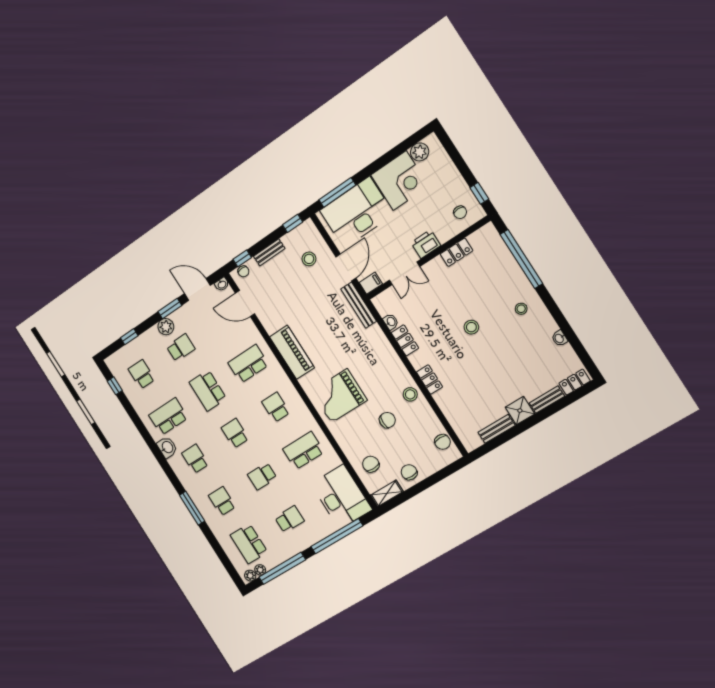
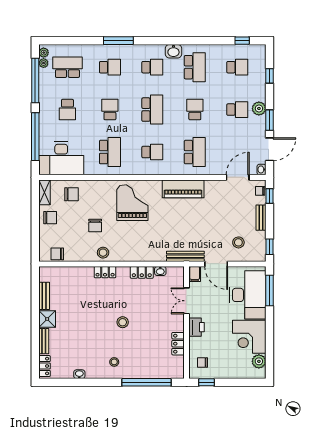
school desk: (181, 348) -> (237, 110), turned -90
school desk: (208, 390) -> (195, 110), width x0.54
school desk: (235, 433) -> (152, 110), width x1.85

